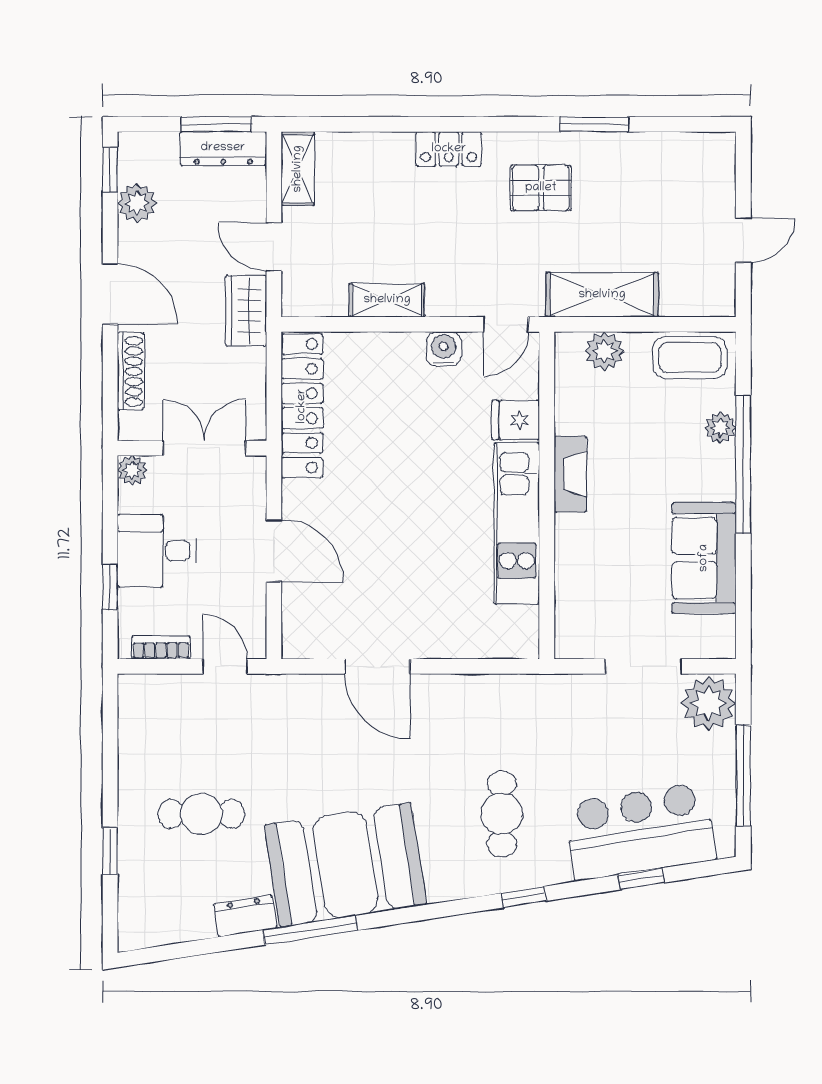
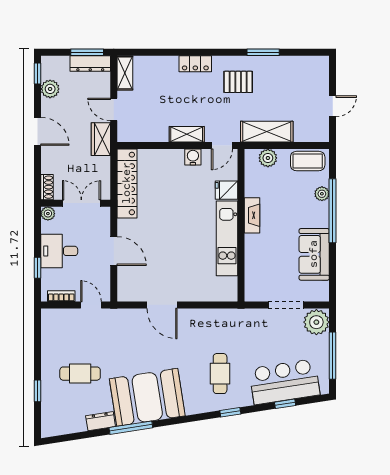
shelving: (387, 300) -> (187, 134), moved
shoe rack: (131, 371) -> (47, 187), moved, width x0.70

